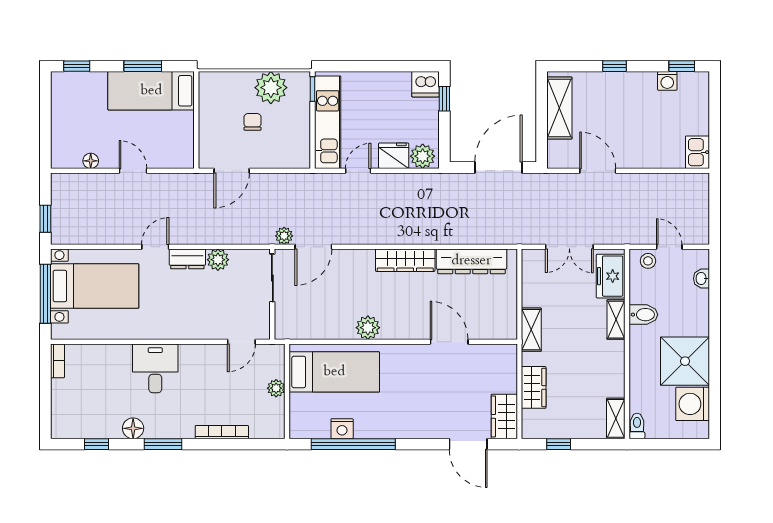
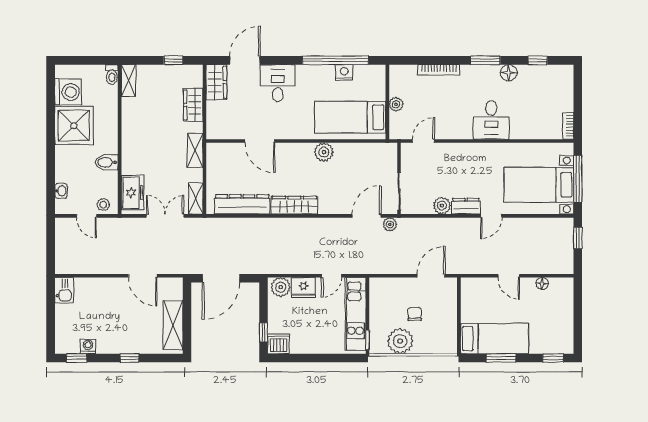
chair: (253, 122) -> (415, 314), turned 180
shelving: (616, 320) -> (196, 199), moved
desk: (426, 415) -> (278, 83), added
door: (468, 444) -> (245, 60), hinge flipped

